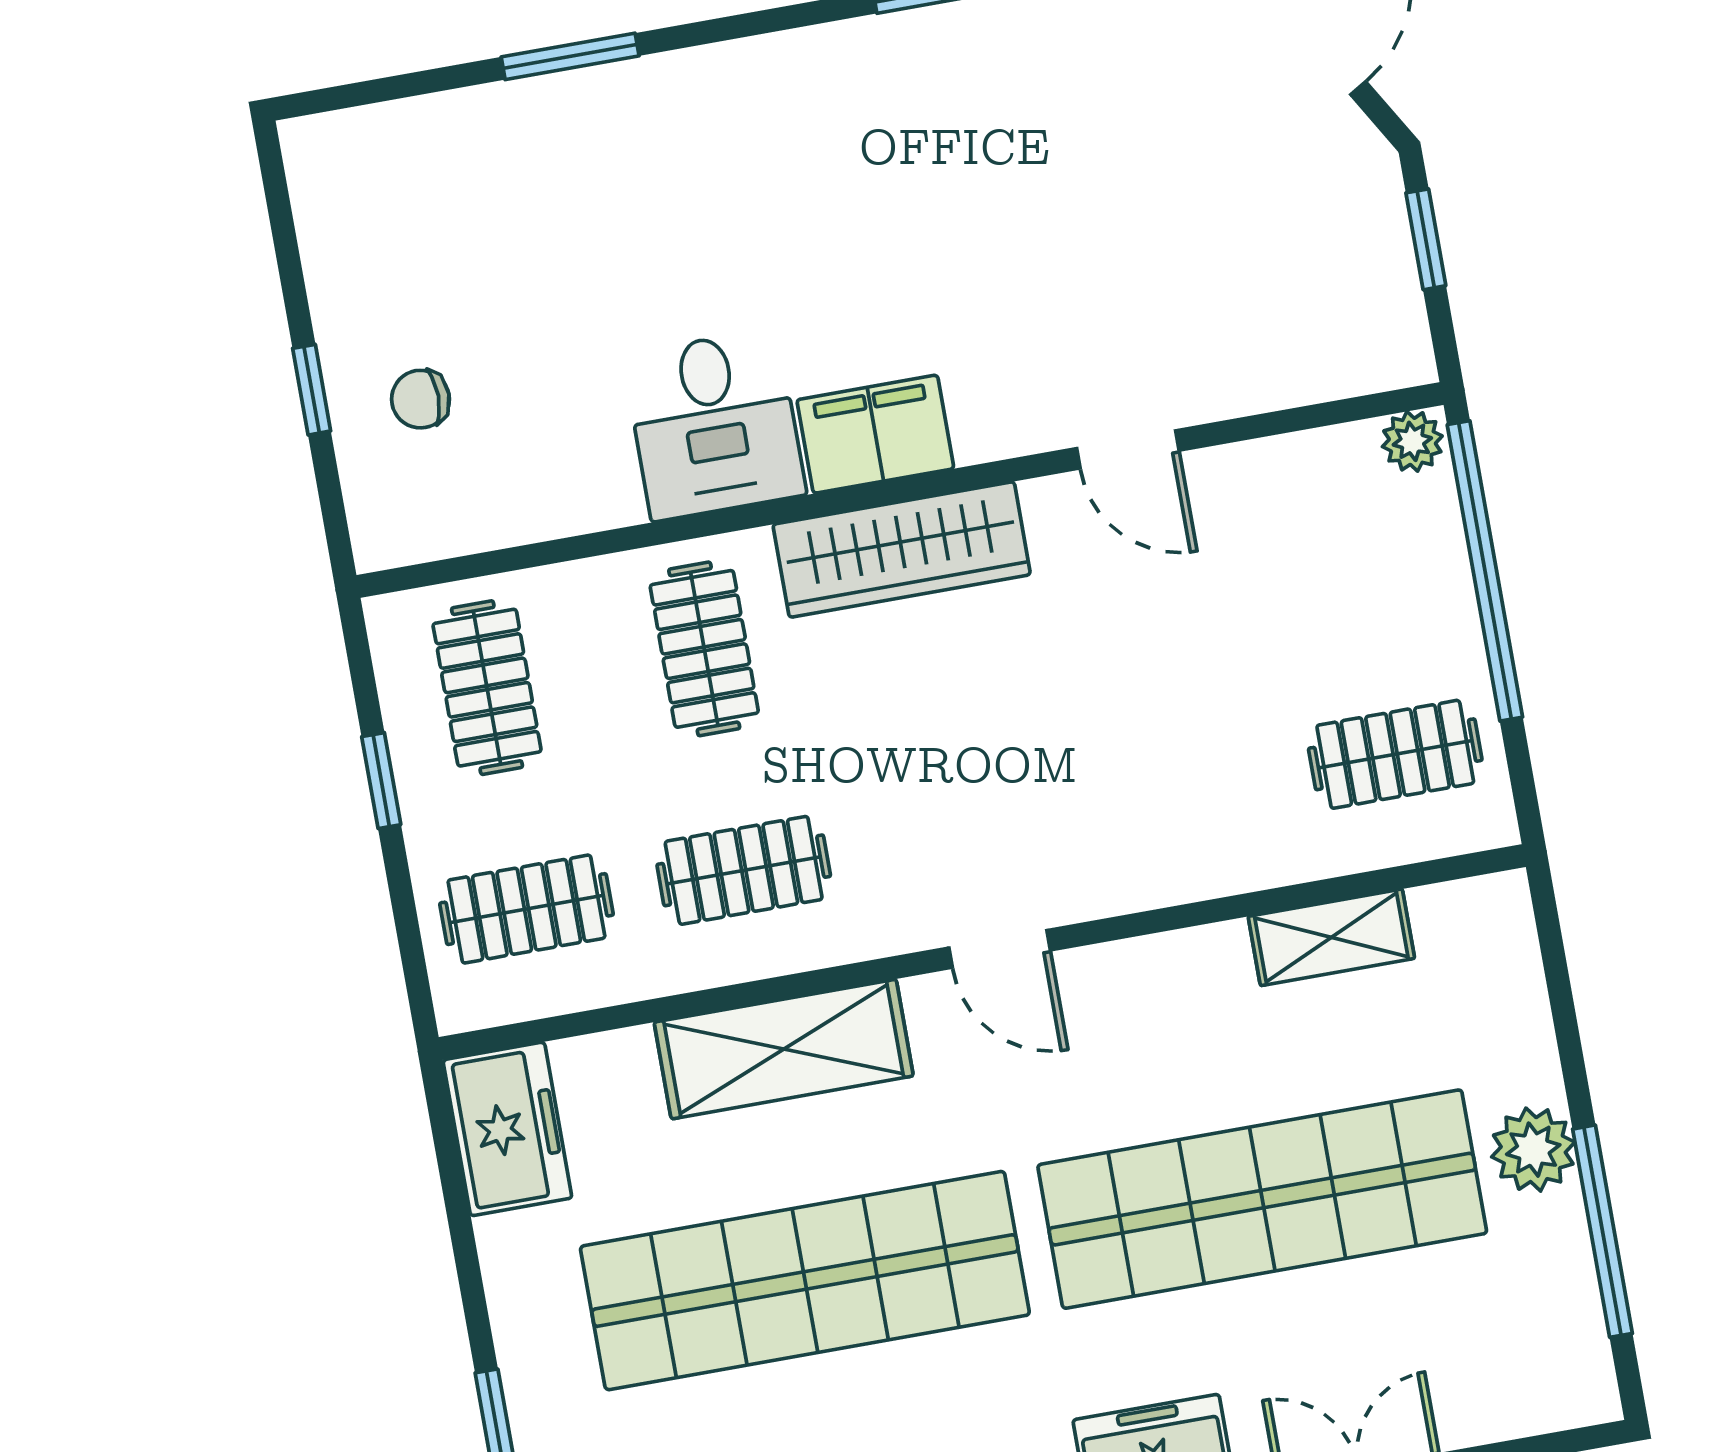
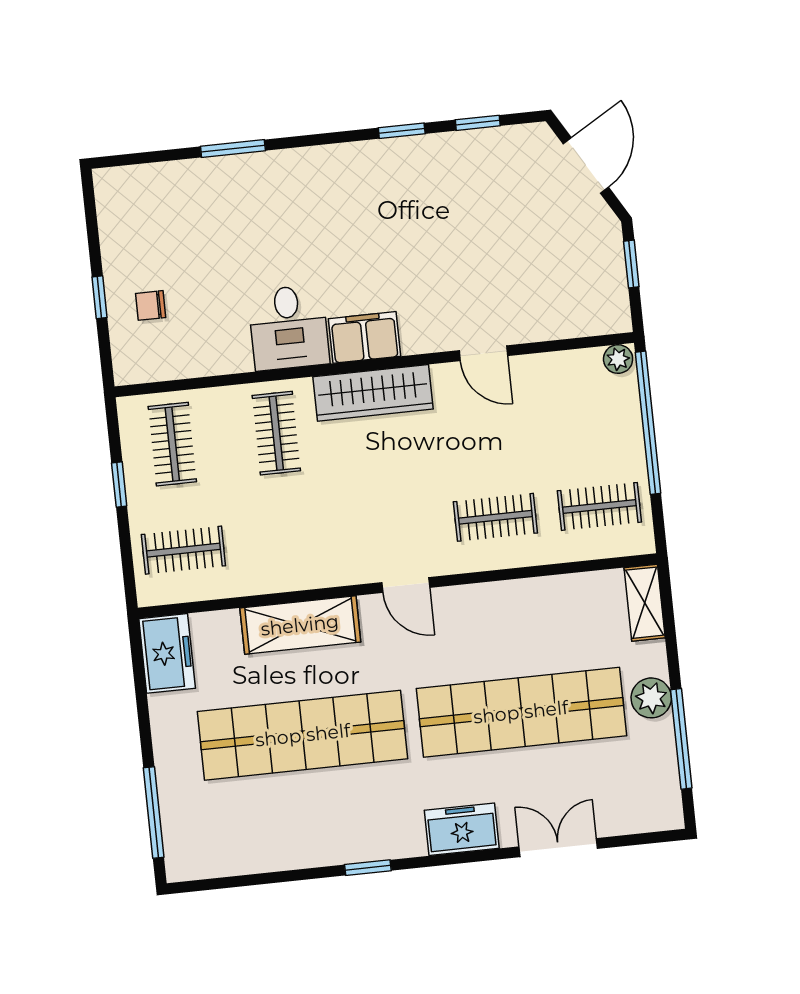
clothes rail: (744, 870) -> (495, 517), moved
shelving: (1331, 937) -> (645, 603), moved, turned 90

